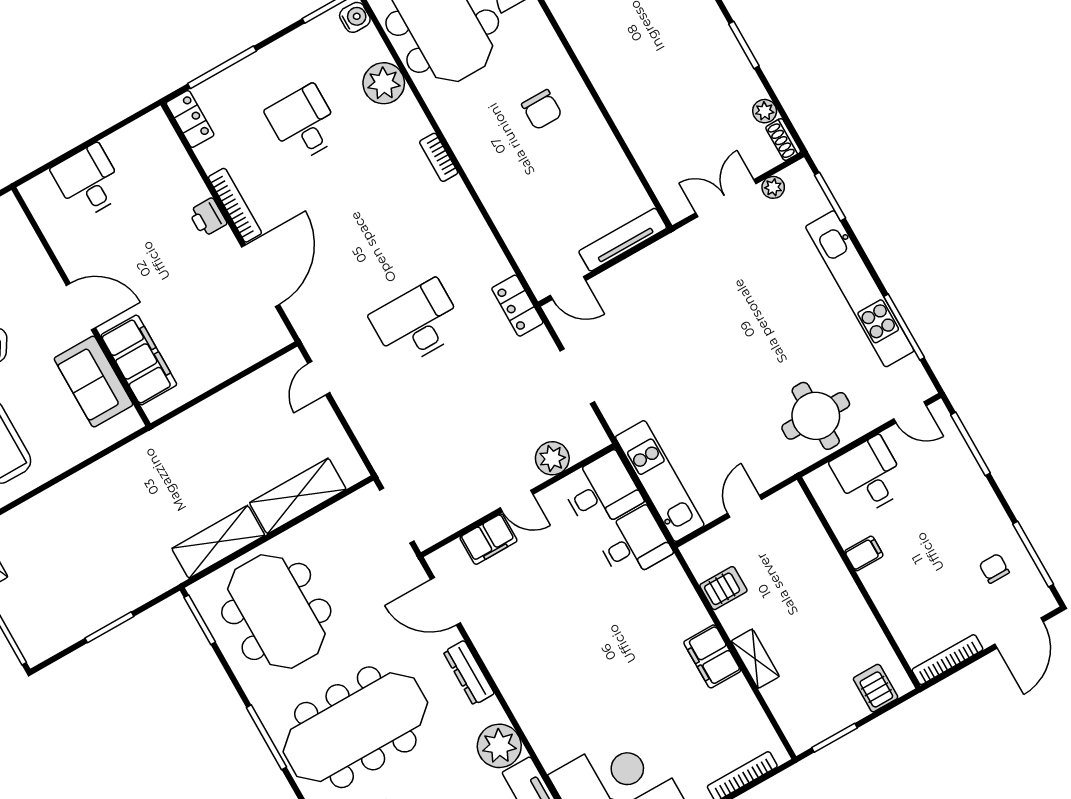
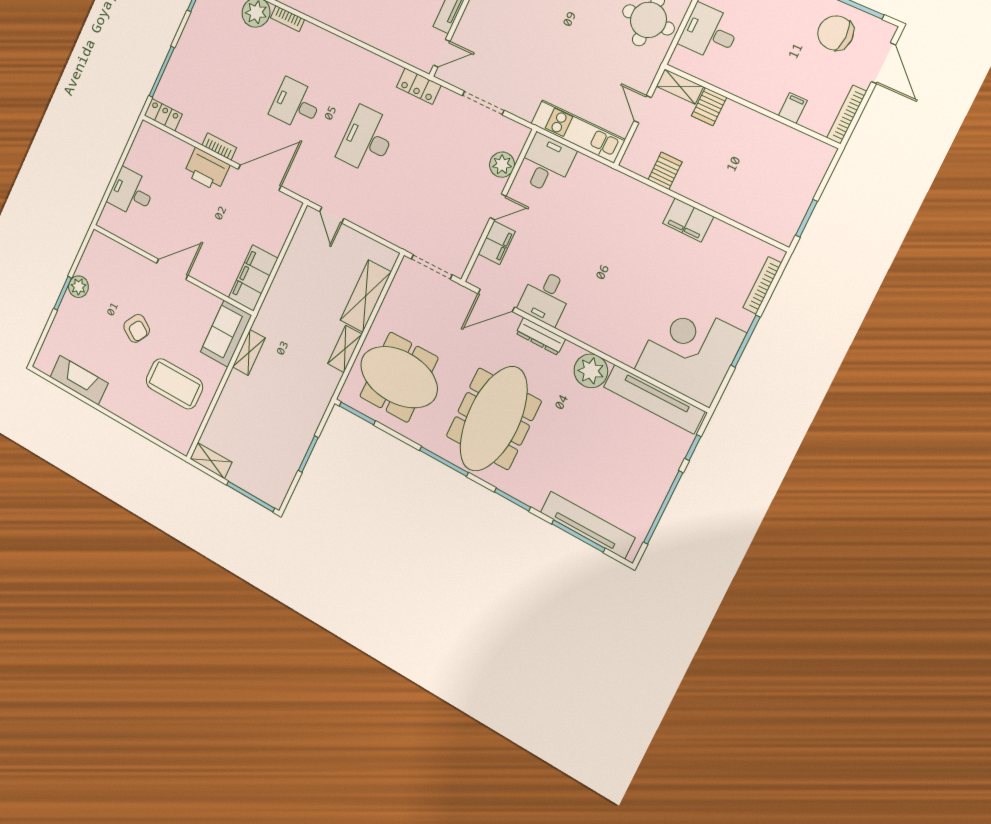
desk: (304, 123) -> (296, 104), moved
bookcase: (439, 157) -> (287, 19), moved
bookcase: (235, 205) -> (219, 147), width x0.64
printer: (208, 217) -> (207, 169), width x1.87, depth x1.48
door: (260, 276) -> (260, 178), hinge flipped
filing cabinet: (139, 360) -> (253, 278), moved, turned -90
sofa: (93, 382) -> (226, 334), moved, turned 90
shelving: (113, 466) -> (249, 352), added
shelving: (218, 542) -> (345, 349), width x0.67, depth x0.75
desk: (634, 543) -> (545, 297), moved, turned 180
filing cabinet: (864, 553) -> (793, 108), moved
chair: (994, 568) -> (836, 33), width x1.87, depth x1.87
shelving: (755, 659) -> (680, 86), moved
server rack: (876, 688) -> (709, 107), moved, turned -90

